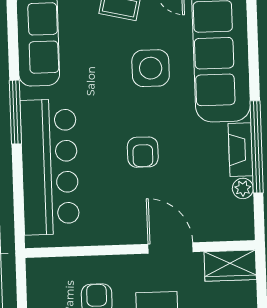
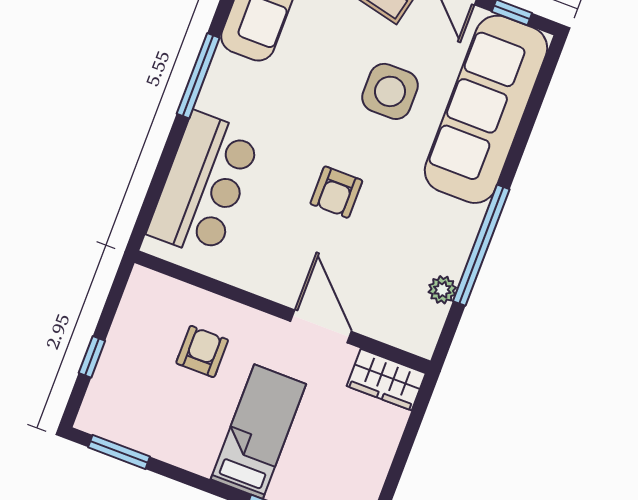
fireplace: (240, 150) -> (460, 240), removed
bar counter: (50, 167) -> (204, 185), width x0.73

